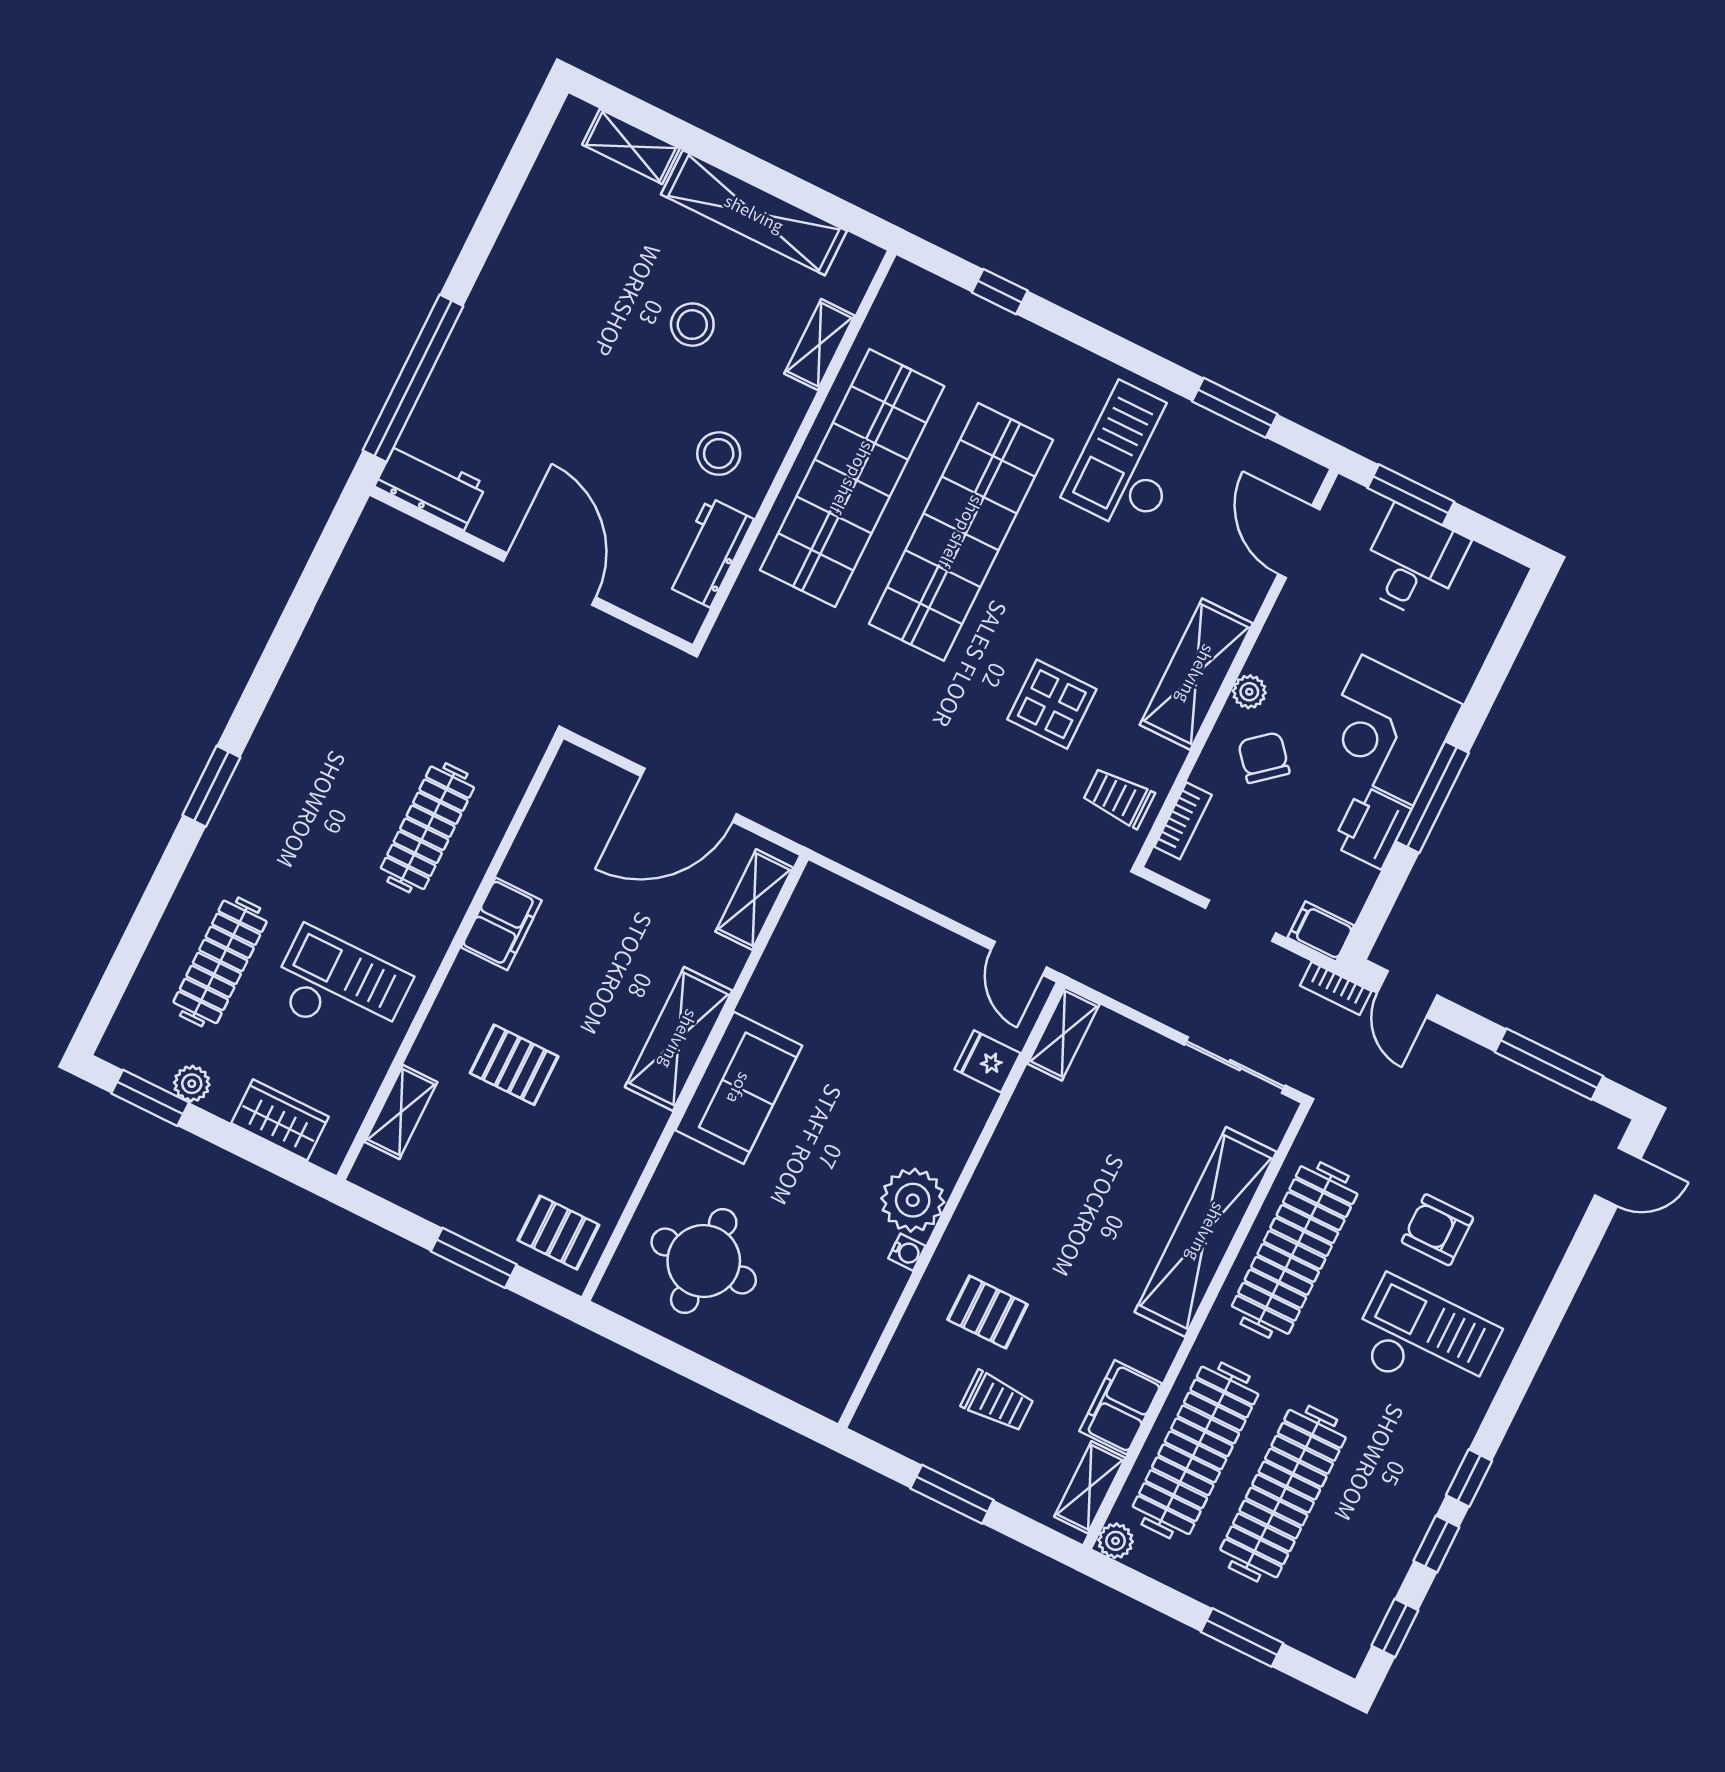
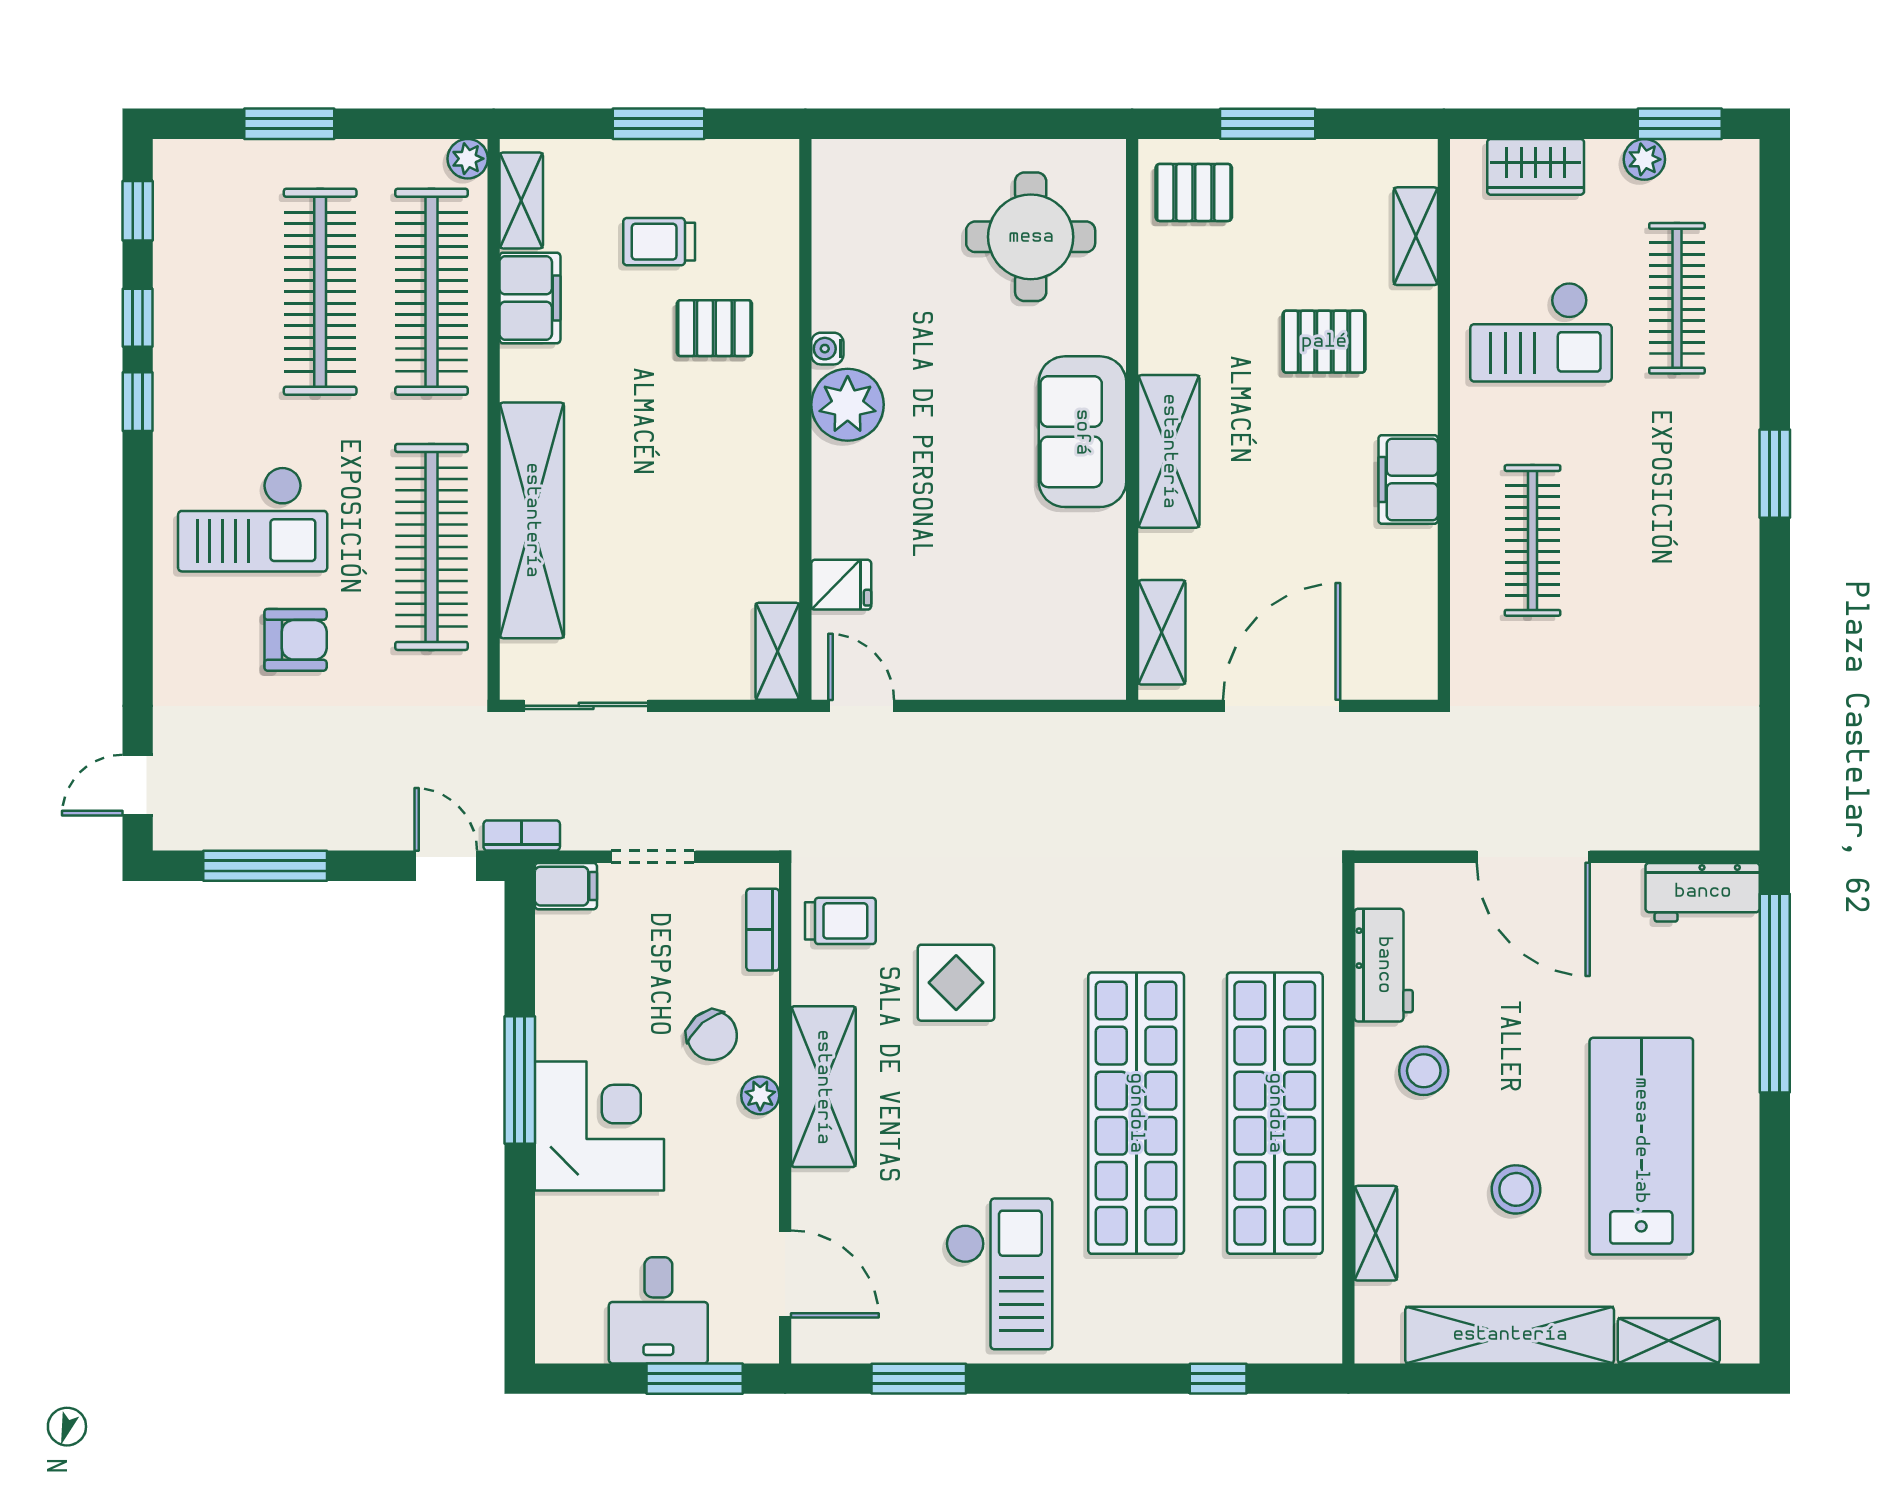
lab bench: (577, 310) -> (1641, 1146), added
printer: (1371, 827) -> (567, 1019), removed

